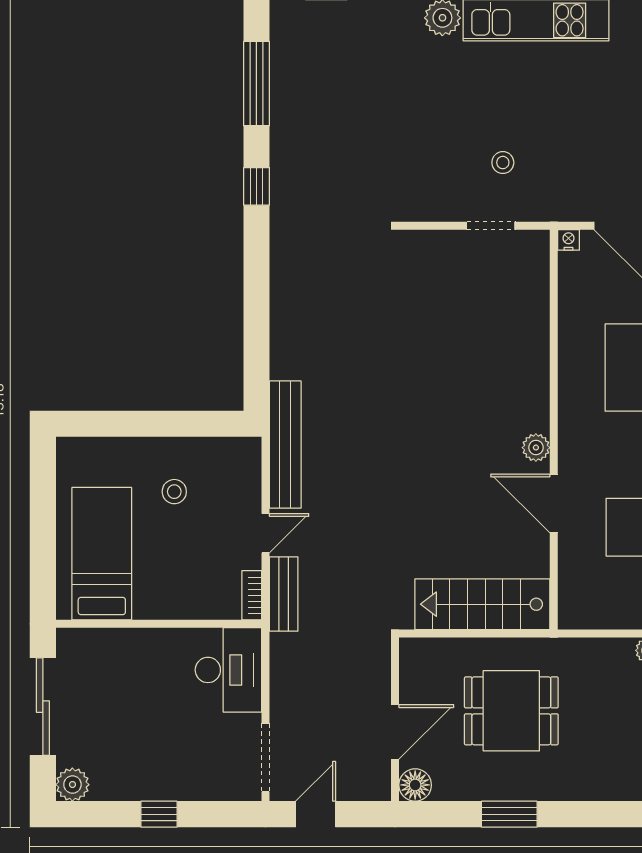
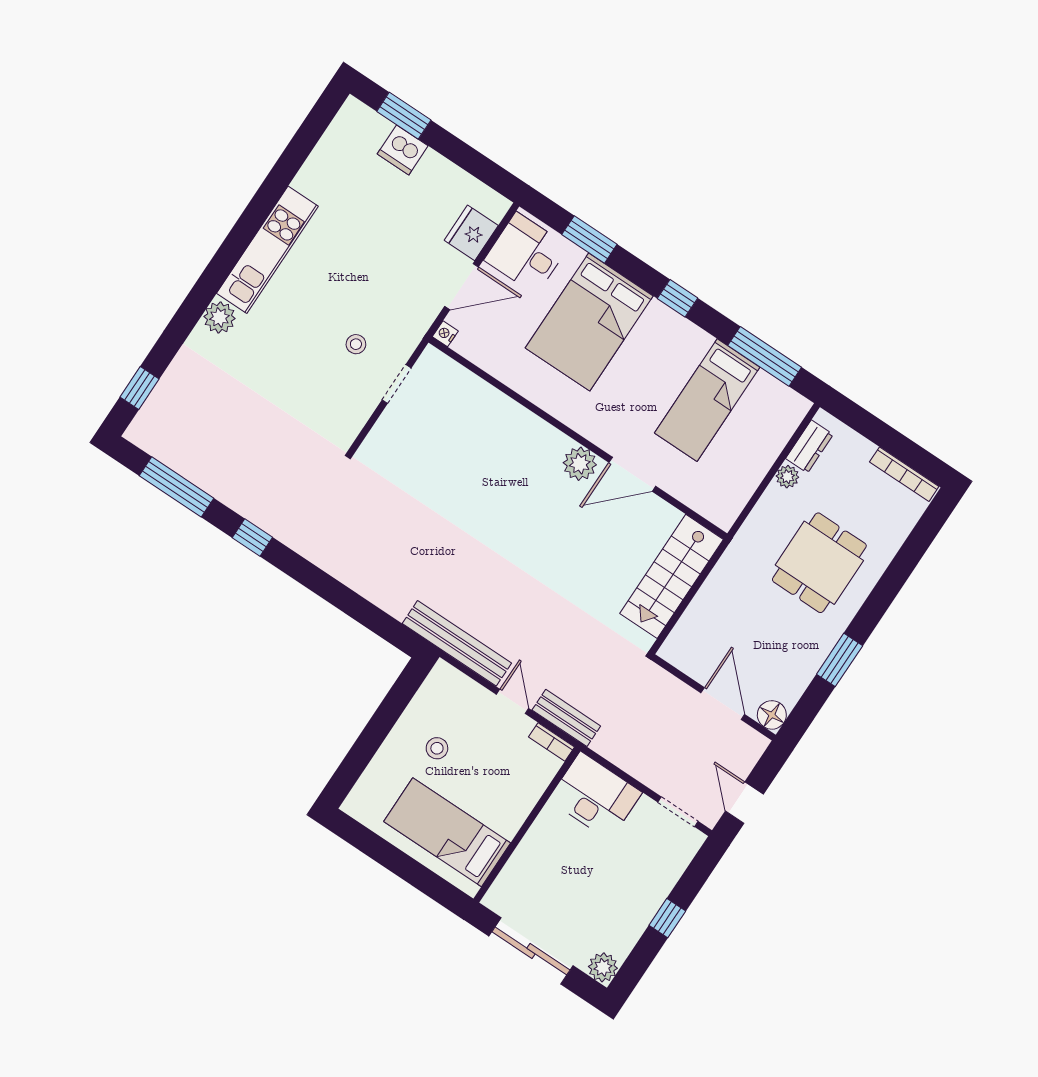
plant: (536, 448) -> (580, 464), width x1.38, depth x1.38
dining table: (511, 711) -> (819, 563), moved
doorway: (266, 758) -> (678, 812), width x0.73

